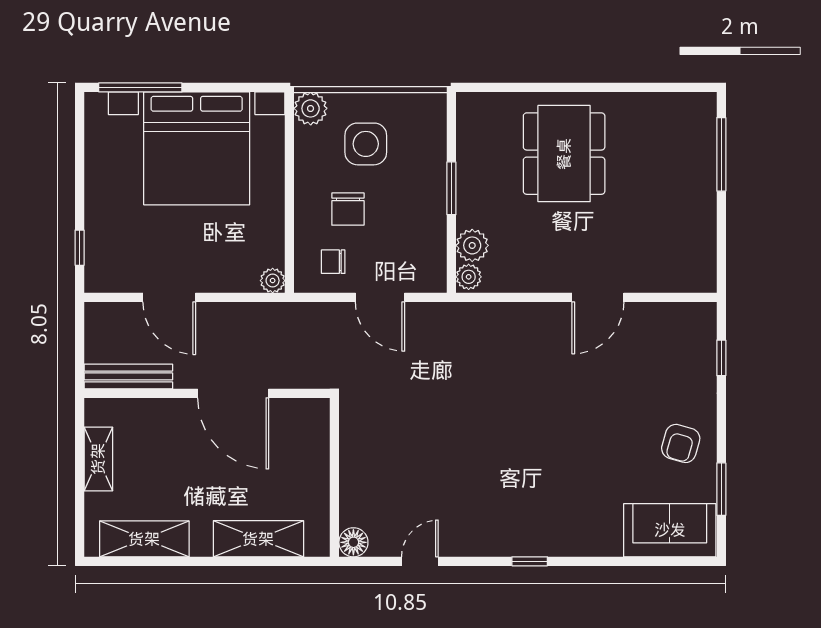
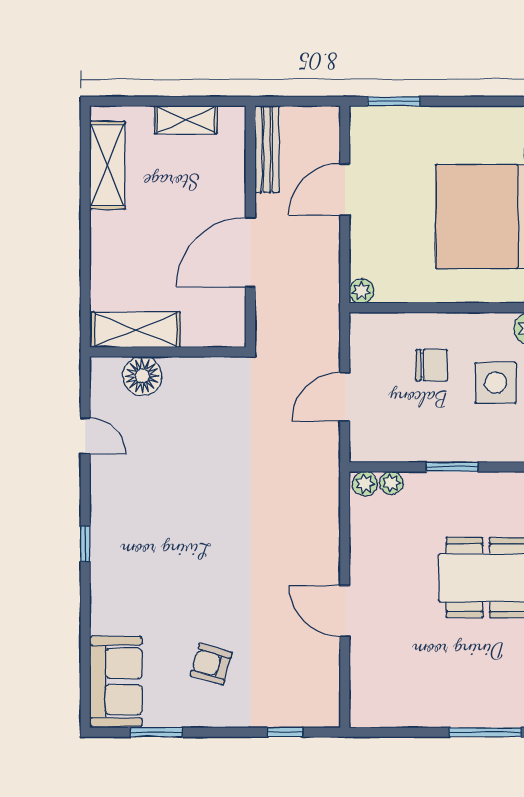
chair: (348, 209) -> (432, 365), turned 180
plant: (472, 245) -> (391, 483), width x0.73, depth x0.73
window: (80, 248) -> (394, 101), width x1.50
chair: (333, 262) -> (380, 351), removed
armchair: (681, 443) -> (211, 664), moved
shelving: (258, 539) -> (136, 330), moved, turned 90
floor lamp: (353, 542) -> (142, 376), moved, width x1.38, depth x1.38

